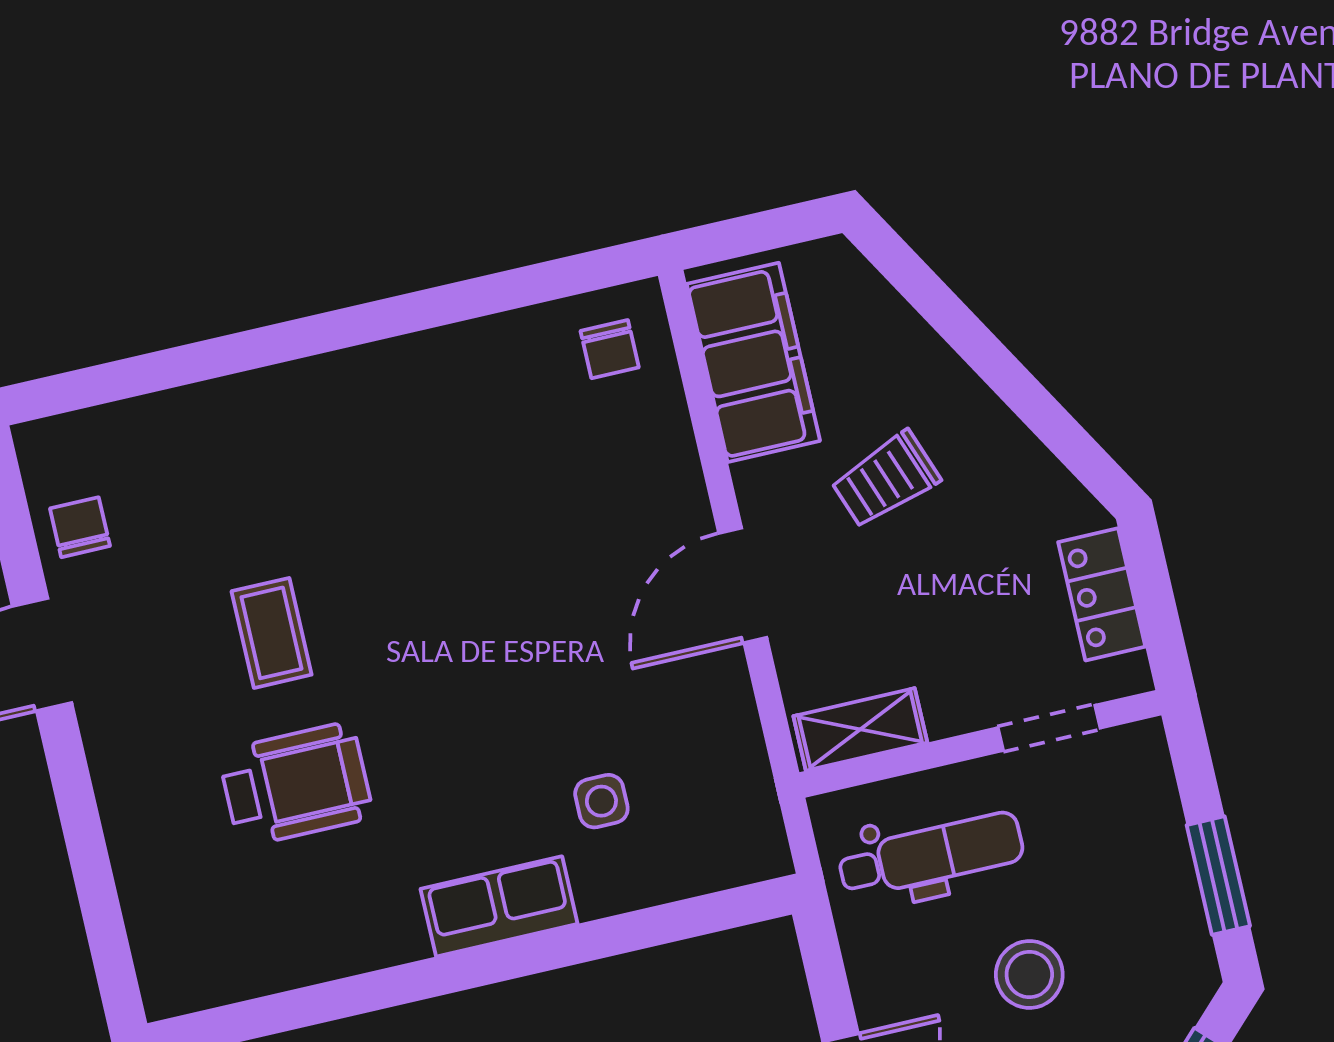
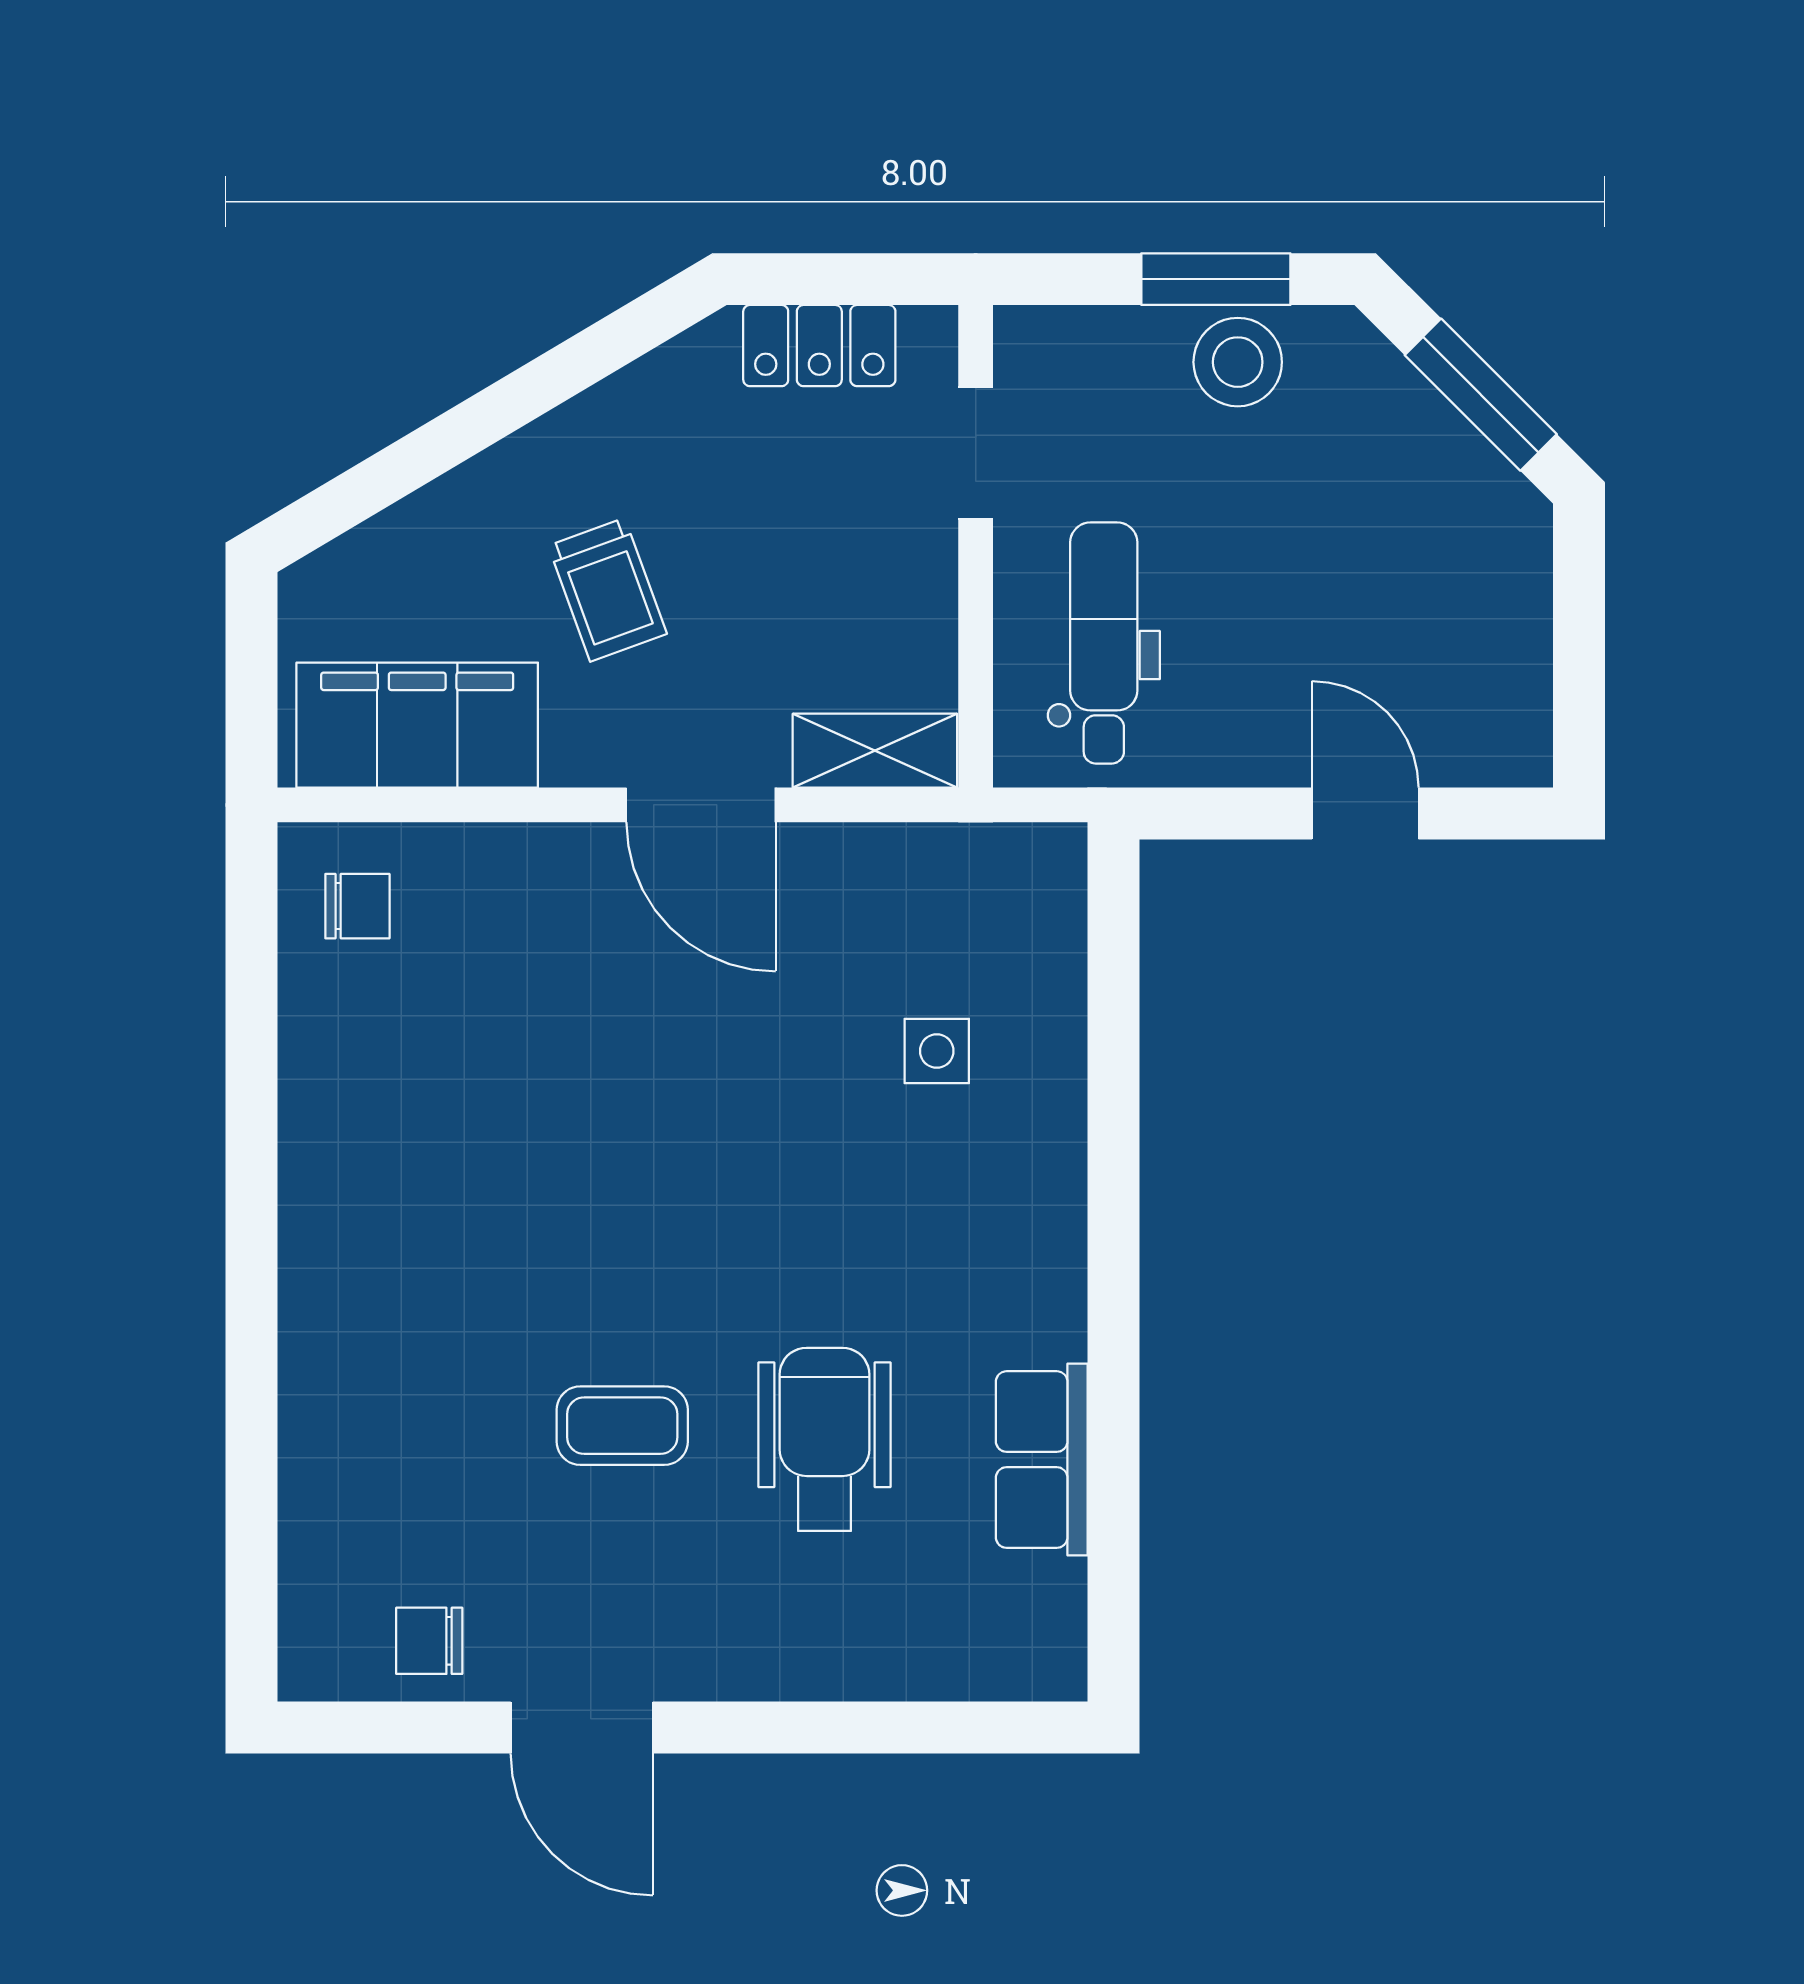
shelving: (860, 729) -> (875, 751), moved, turned 90
row of seats: (499, 906) -> (1042, 1460), moved
stool: (1029, 974) -> (1238, 362), moved

